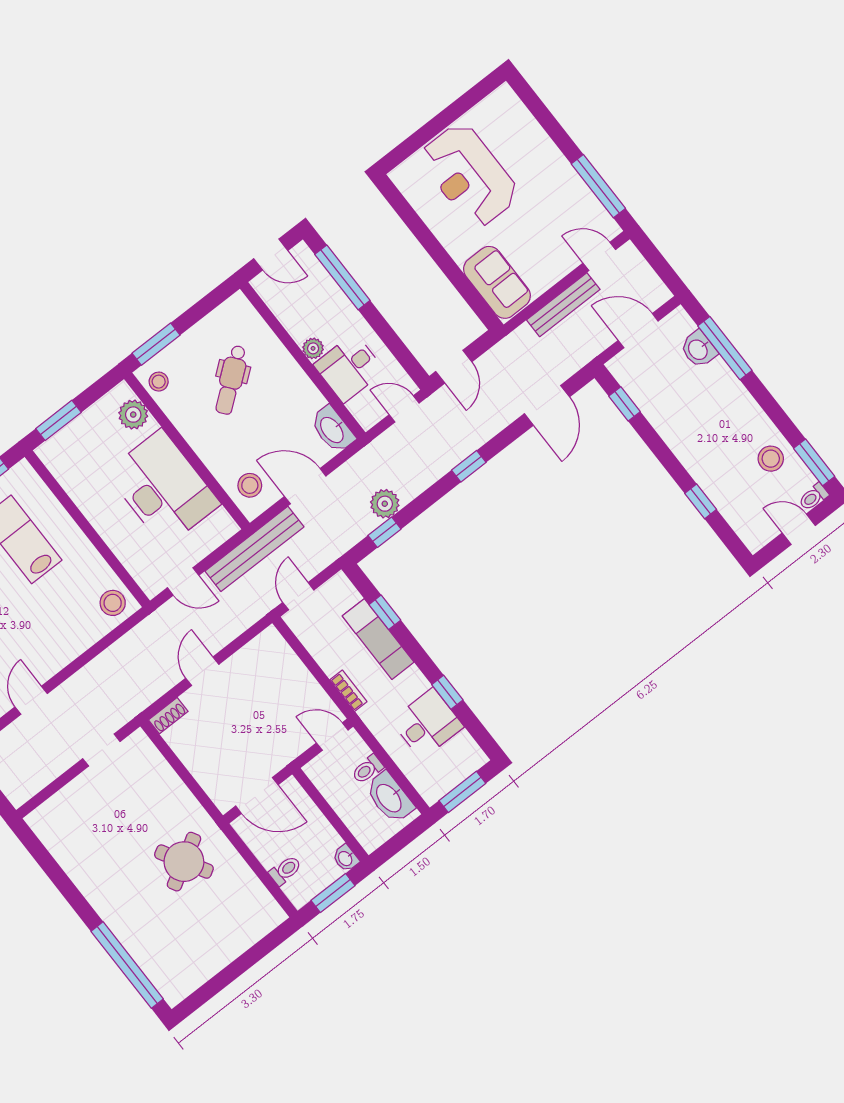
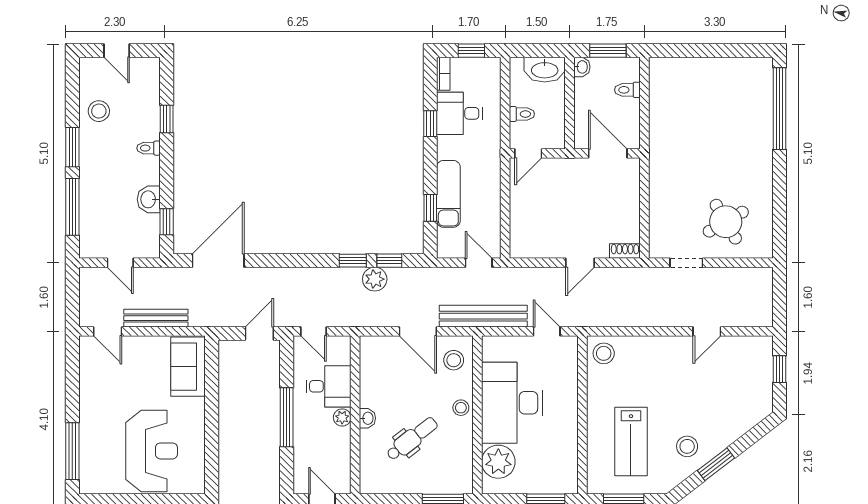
window: (598, 186) -> (72, 451), moved
window: (342, 277) -> (287, 417), moved
door: (638, 331) -> (120, 263), width x0.73
washbasin: (698, 349) -> (149, 199), moved, turned 180
stool: (159, 382) -> (461, 408), moved
door: (547, 405) -> (218, 261), width x1.36
plant: (133, 415) -> (498, 462), width x1.36, depth x1.36
washbasin: (332, 430) -> (367, 418), moved, width x0.52, depth x0.69
window: (814, 462) -> (72, 147), moved
window: (469, 466) -> (353, 261), moved
toilet: (813, 497) -> (149, 148), moved, turned 180
door: (298, 596) -> (479, 263), swing flipped
bookcase: (348, 691) -> (443, 74), moved, turned 180
door: (332, 737) -> (528, 153), hinge flipped
window: (462, 792) -> (471, 51), width x0.67
washbasin: (389, 798) -> (545, 70), moved, turned 90
round table: (184, 862) -> (726, 222), moved

